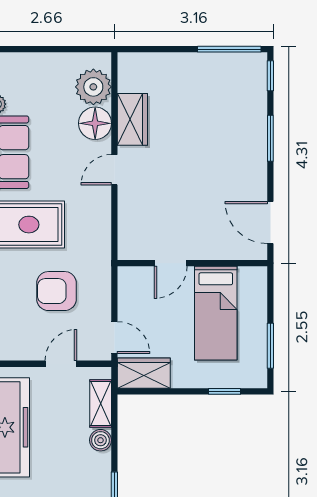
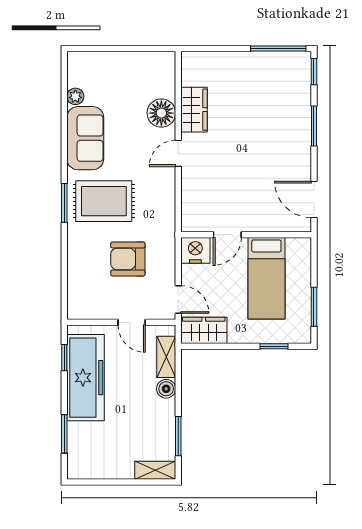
plant: (93, 87) -> (160, 81), removed
nightstand: (134, 281) -> (195, 250), added
door: (61, 364) -> (132, 322), swing flipped

